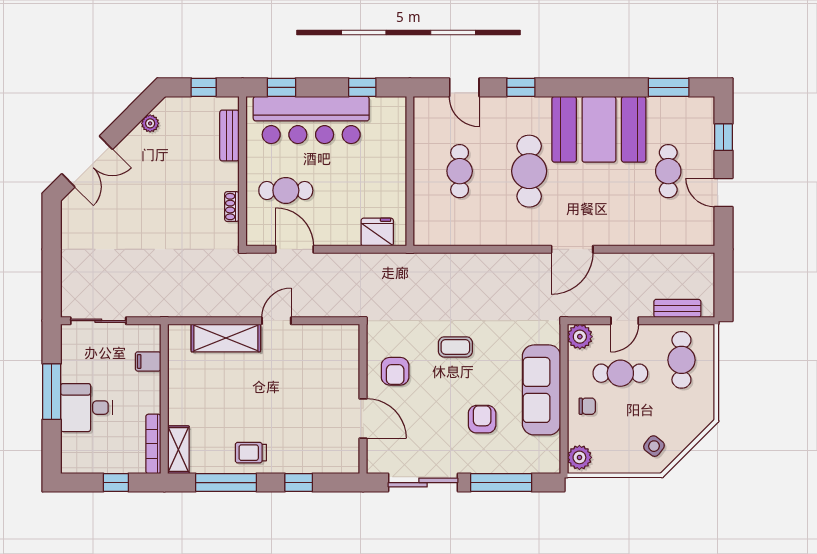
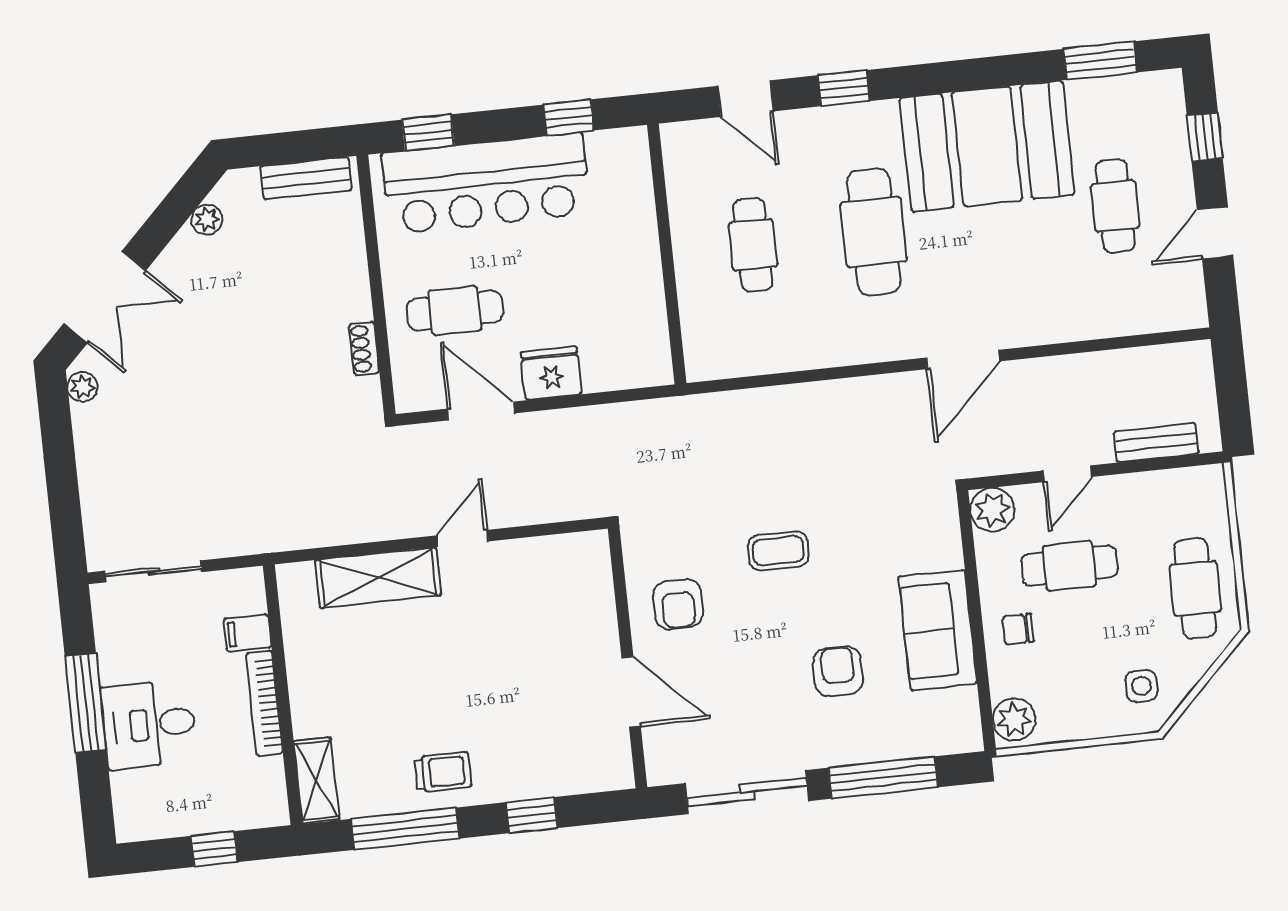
window: (204, 87) -> (293, 147), removed
bench: (229, 135) -> (306, 178), moved, turned 90
door: (724, 192) -> (1215, 233), hinge flipped
plant: (69, 211) -> (83, 387), added
fridge: (377, 232) -> (551, 373), moved
cafe table: (681, 360) -> (1195, 588), moved
sofa: (541, 390) -> (938, 630), width x0.73
chair: (587, 406) -> (1018, 629), turned 180
bookcase: (153, 444) -> (264, 703), moved
side table: (654, 446) -> (1141, 686), turned -38
trolley: (251, 453) -> (443, 772), turned 180

